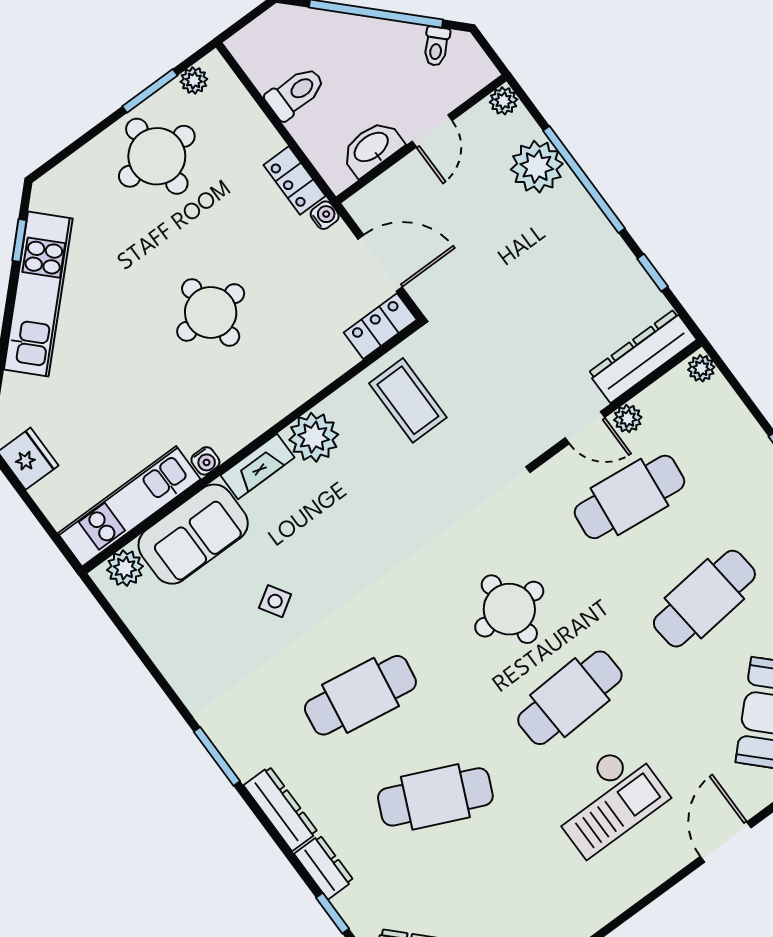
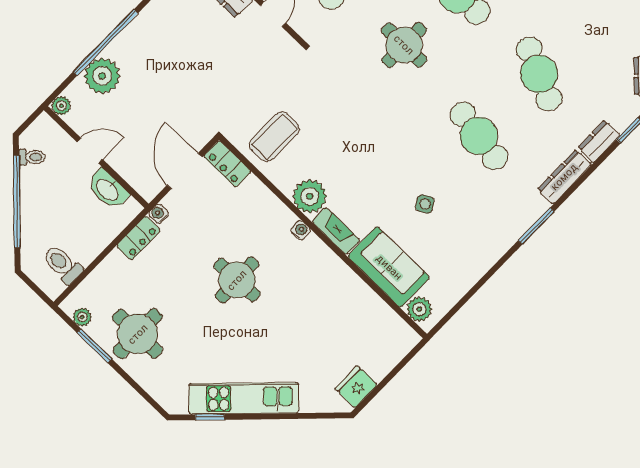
toilet: (295, 93) -> (63, 264), moved
water cooler: (205, 461) -> (300, 230), moved
kitchen unit: (129, 506) -> (377, 313), removed

